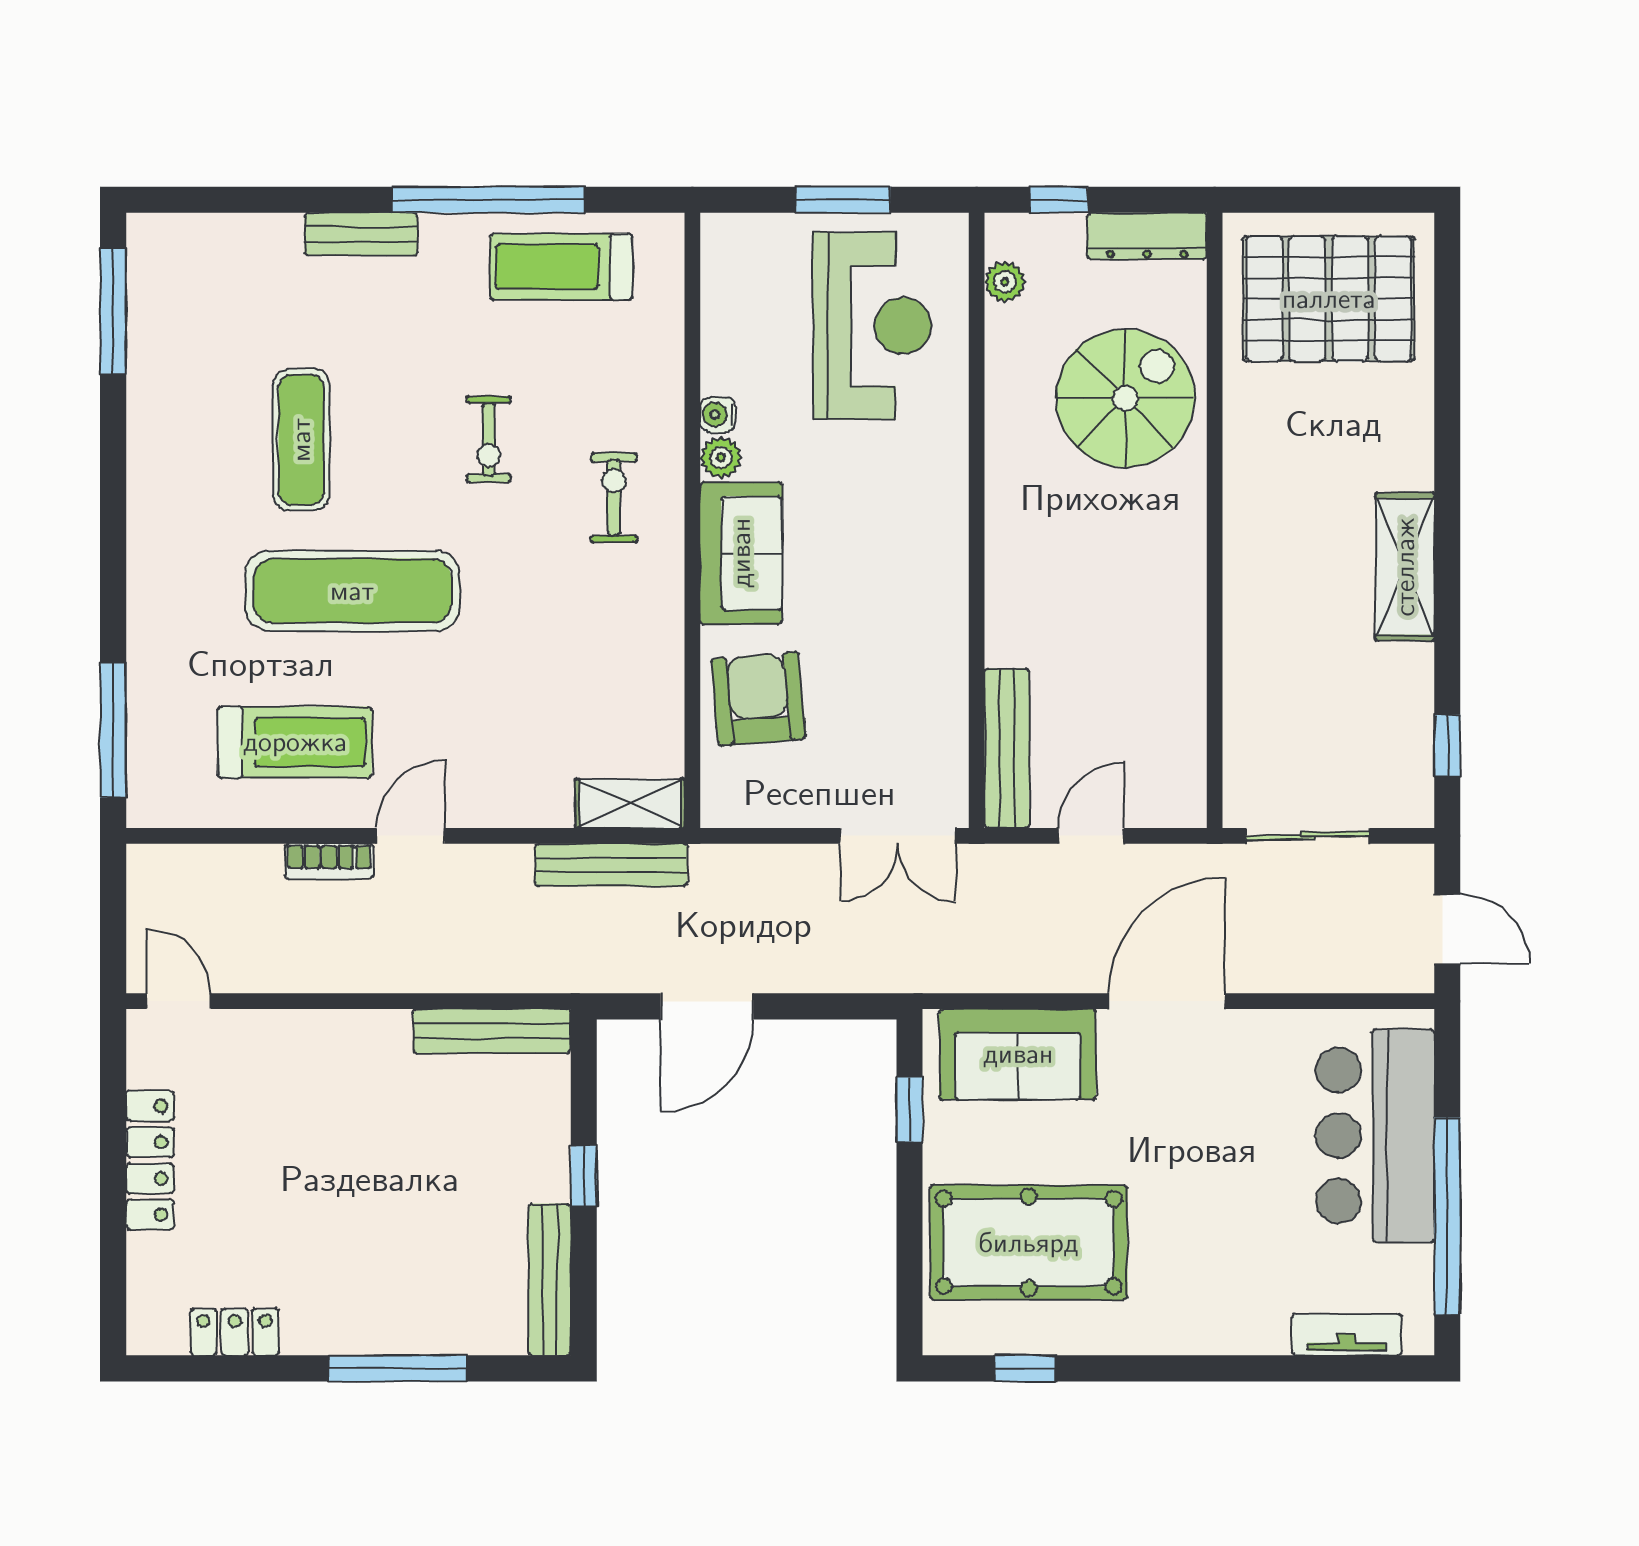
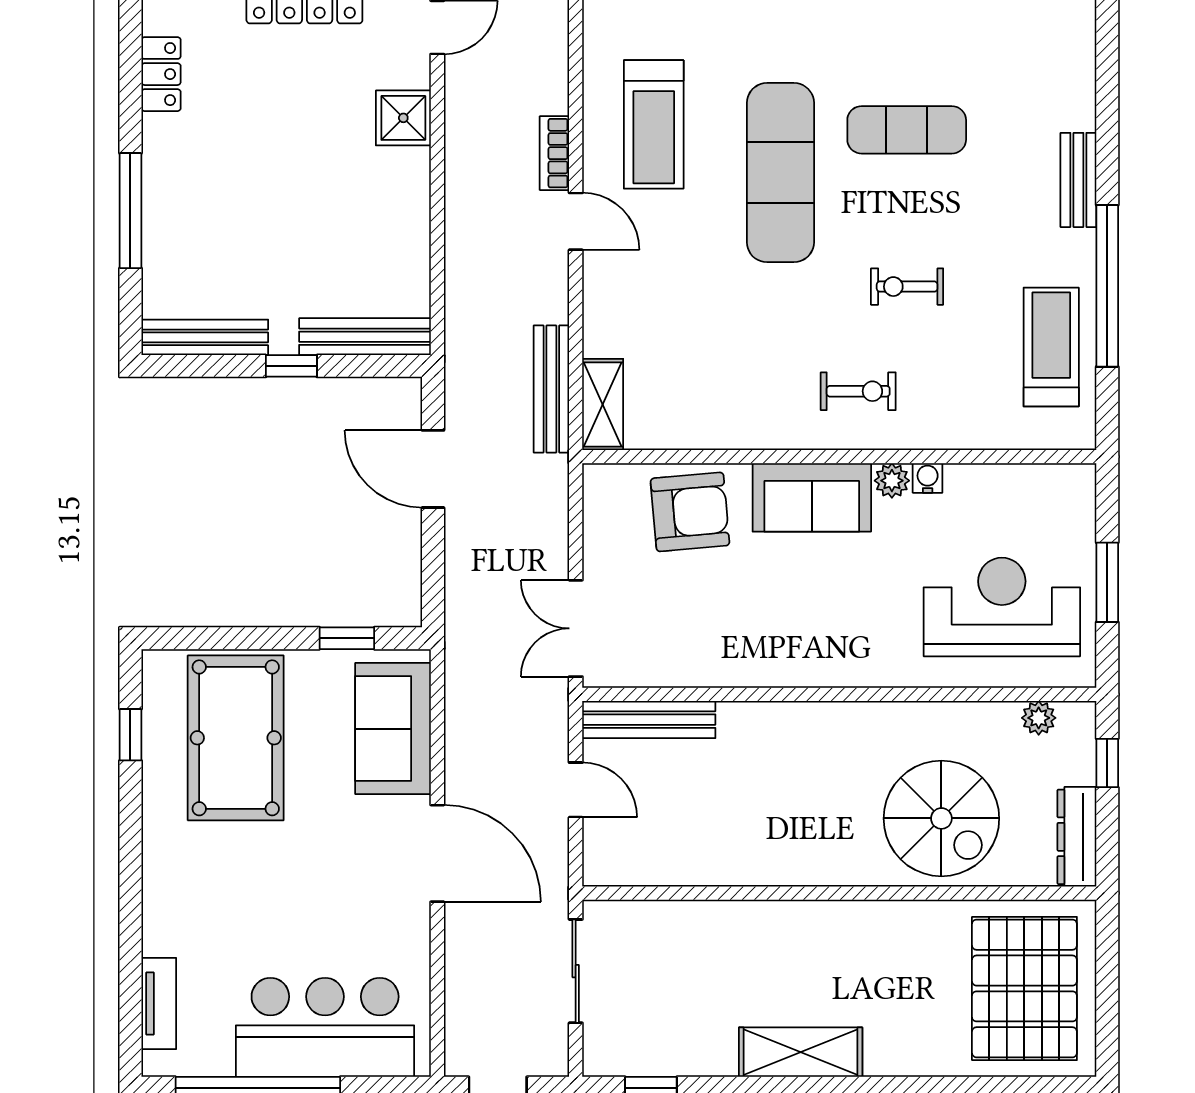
reception desk: (872, 326) -> (1002, 607), turned 180
bench: (492, 1031) -> (365, 337), moved, turned 90
shower: (287, 1042) -> (403, 118), added

